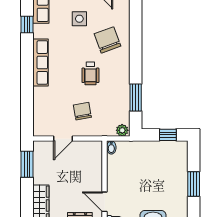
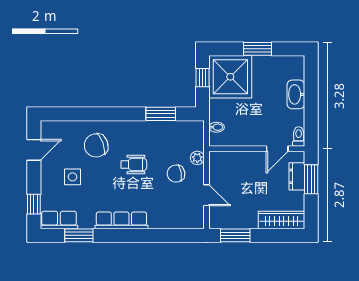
window: (27, 24) -> (79, 235), width x1.50
plant: (122, 130) -> (197, 158), moved
bidet: (111, 147) -> (217, 127), moved
shower: (169, 160) -> (230, 77), added

